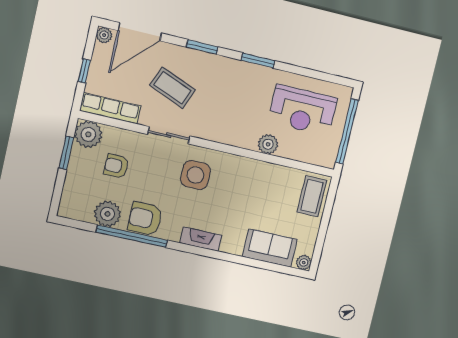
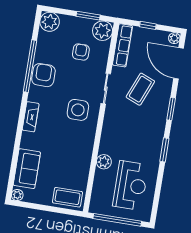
reception desk: (303, 110) -> (130, 185), turned 180
plant: (107, 214) -> (50, 22), moved

